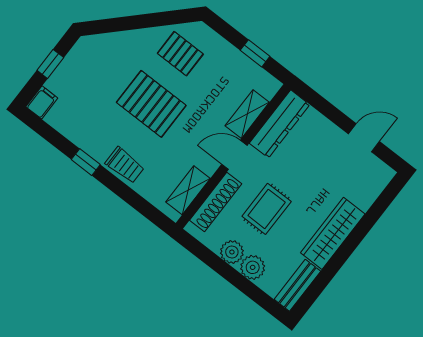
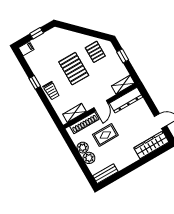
window: (255, 53) -> (123, 56), moved
shelving: (247, 114) -> (123, 85), moved
door: (234, 155) -> (101, 106), swing flipped
wardrobe: (333, 233) -> (151, 145), moved

